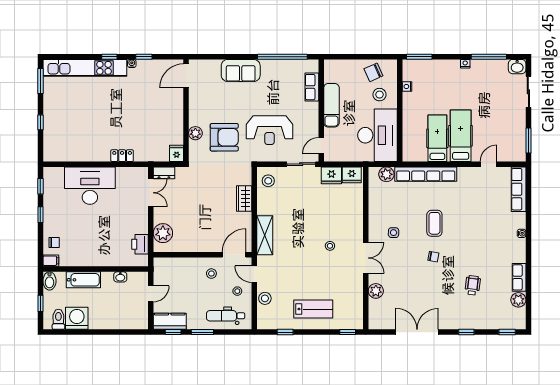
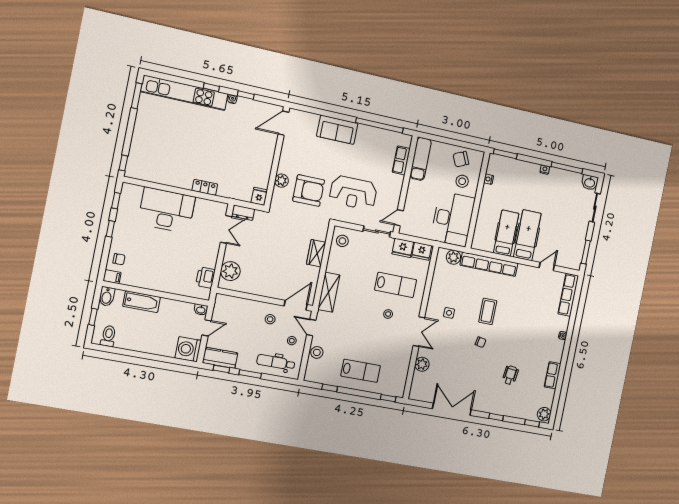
exam couch: (331, 105) -> (421, 159), moved
window: (40, 122) -> (123, 163), moved
lab bench: (332, 215) -> (396, 285), added
washbasin: (120, 277) -> (201, 310), moved
plant: (518, 300) -> (544, 414), moved
washing machine: (77, 318) -> (188, 349), moved, turned -90

